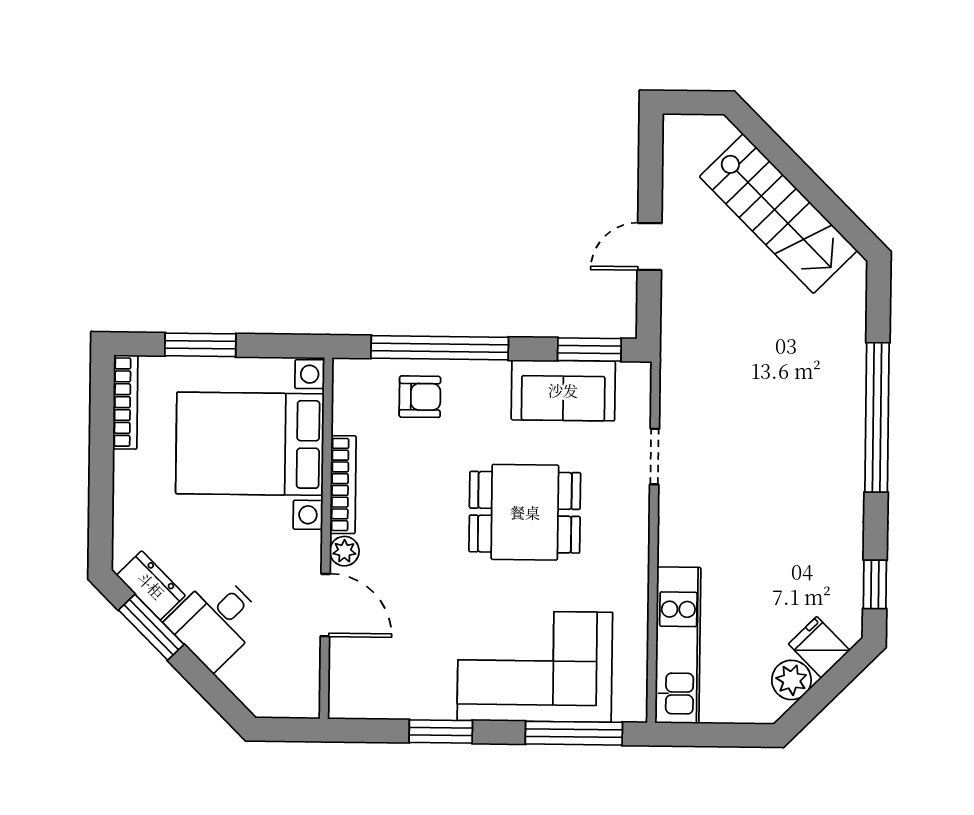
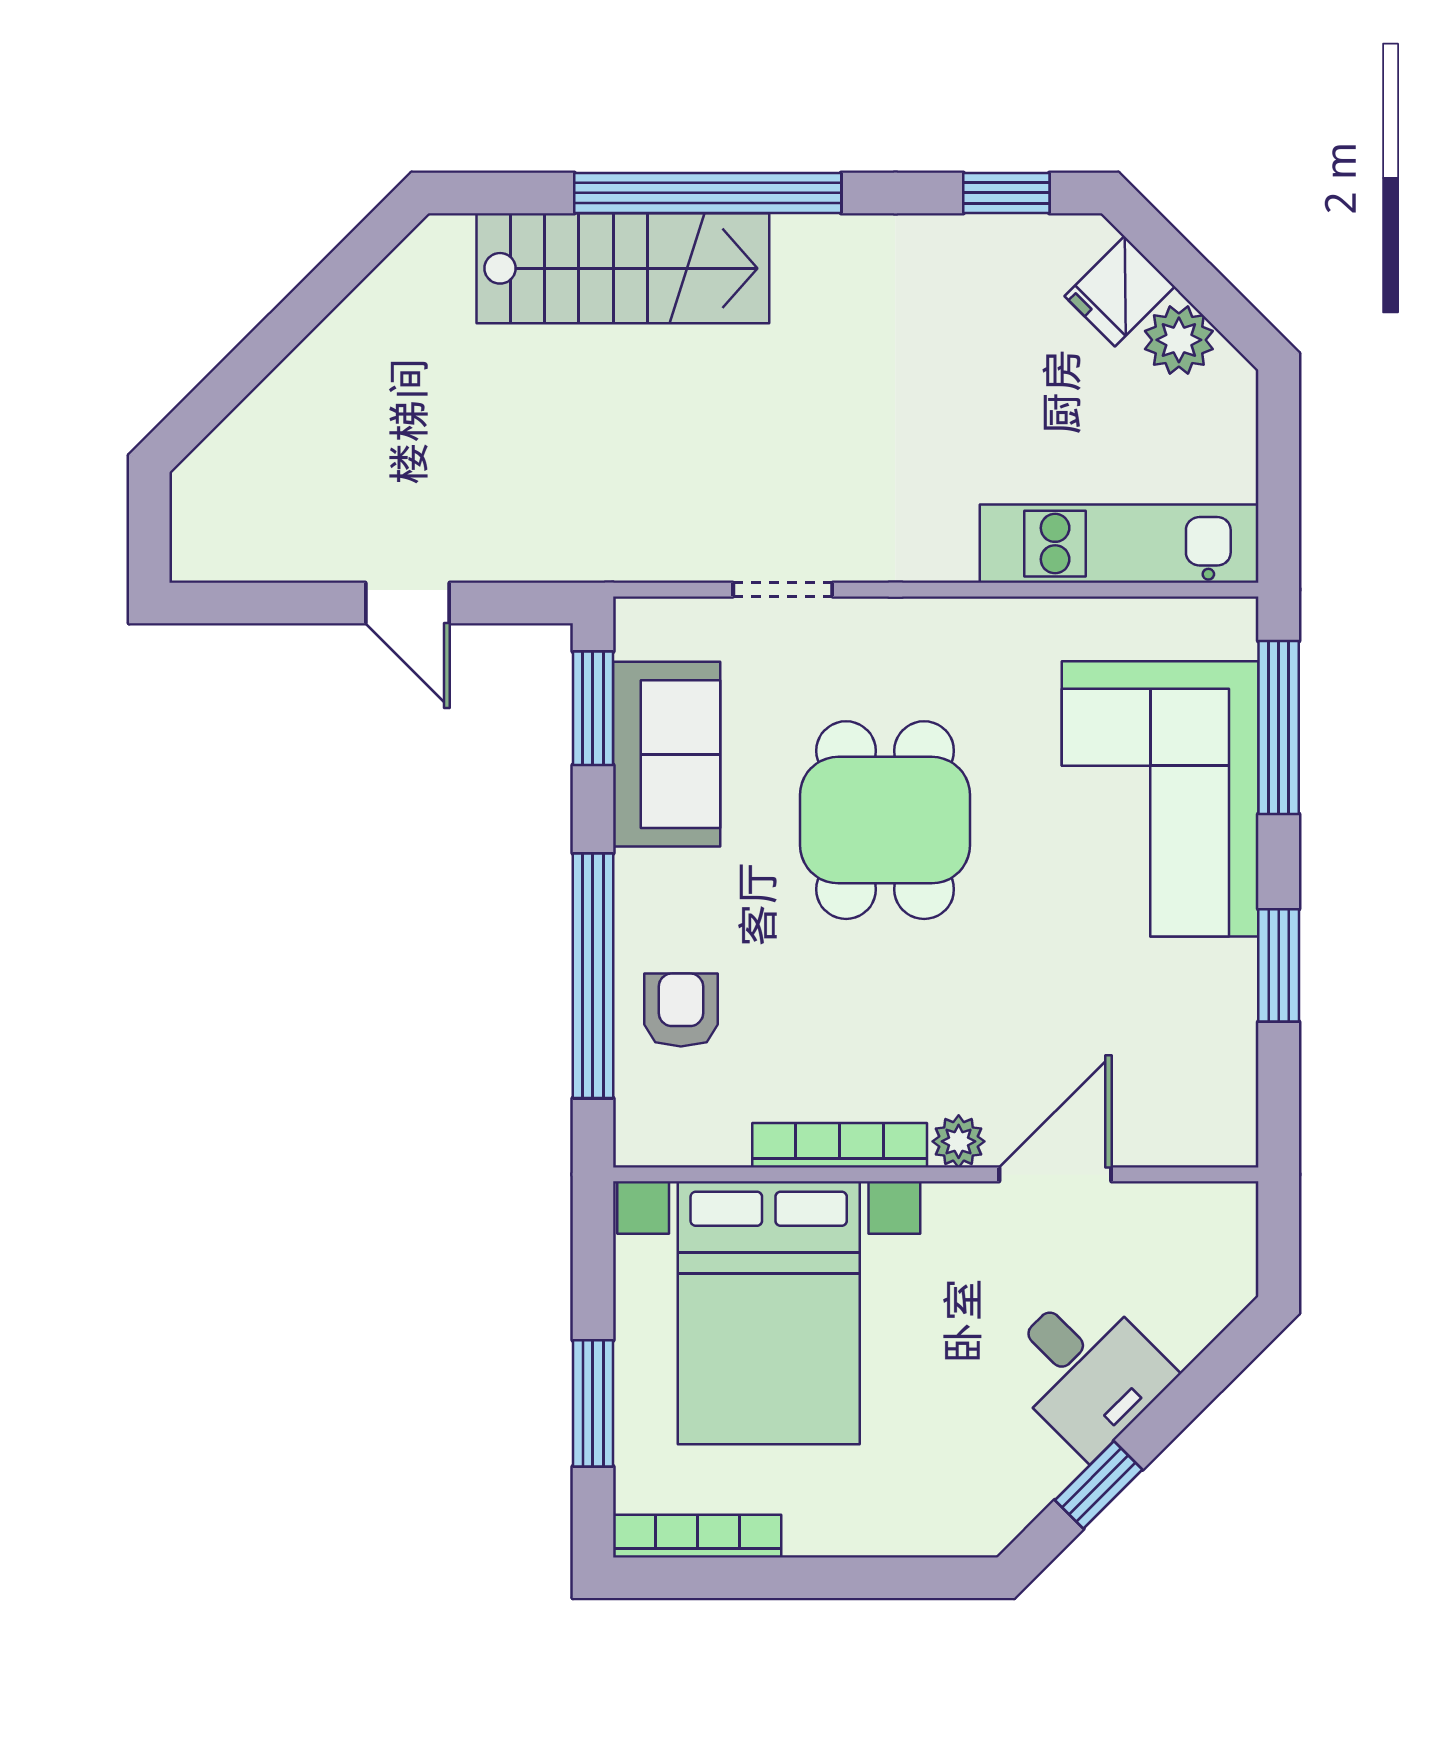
stairs: (778, 214) -> (623, 268), moved, turned 45
dresser: (151, 585) -> (1024, 1486), removed
window: (151, 627) -> (1099, 1485), width x0.67

